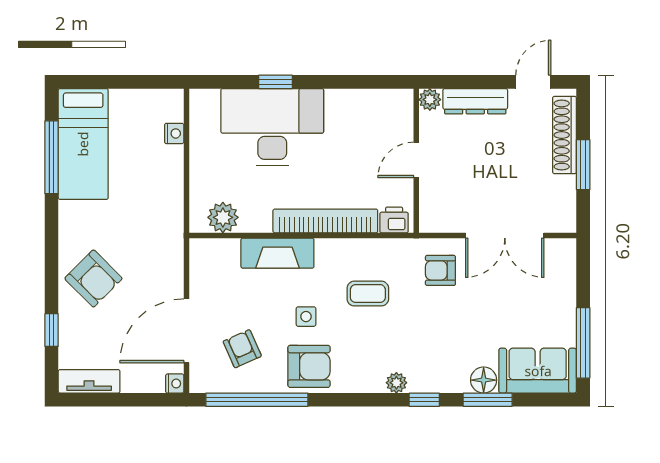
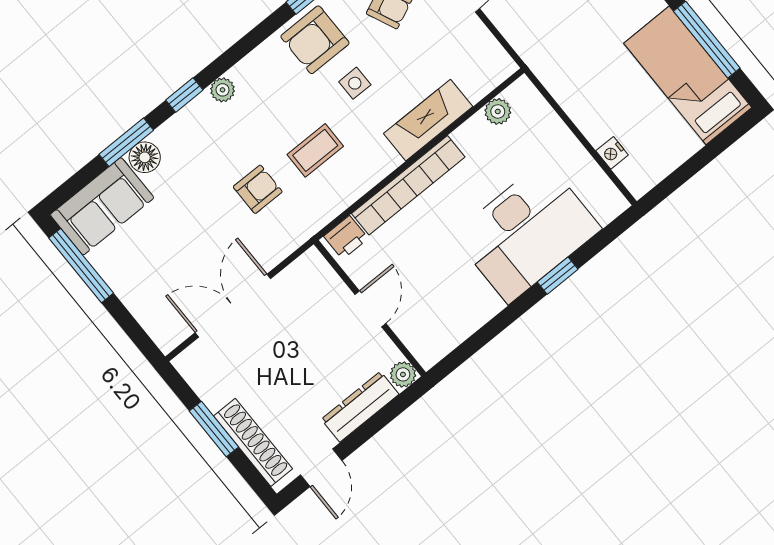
plant: (223, 217) -> (498, 111), width x0.73, depth x0.73
armchair: (440, 270) -> (258, 189), moved

